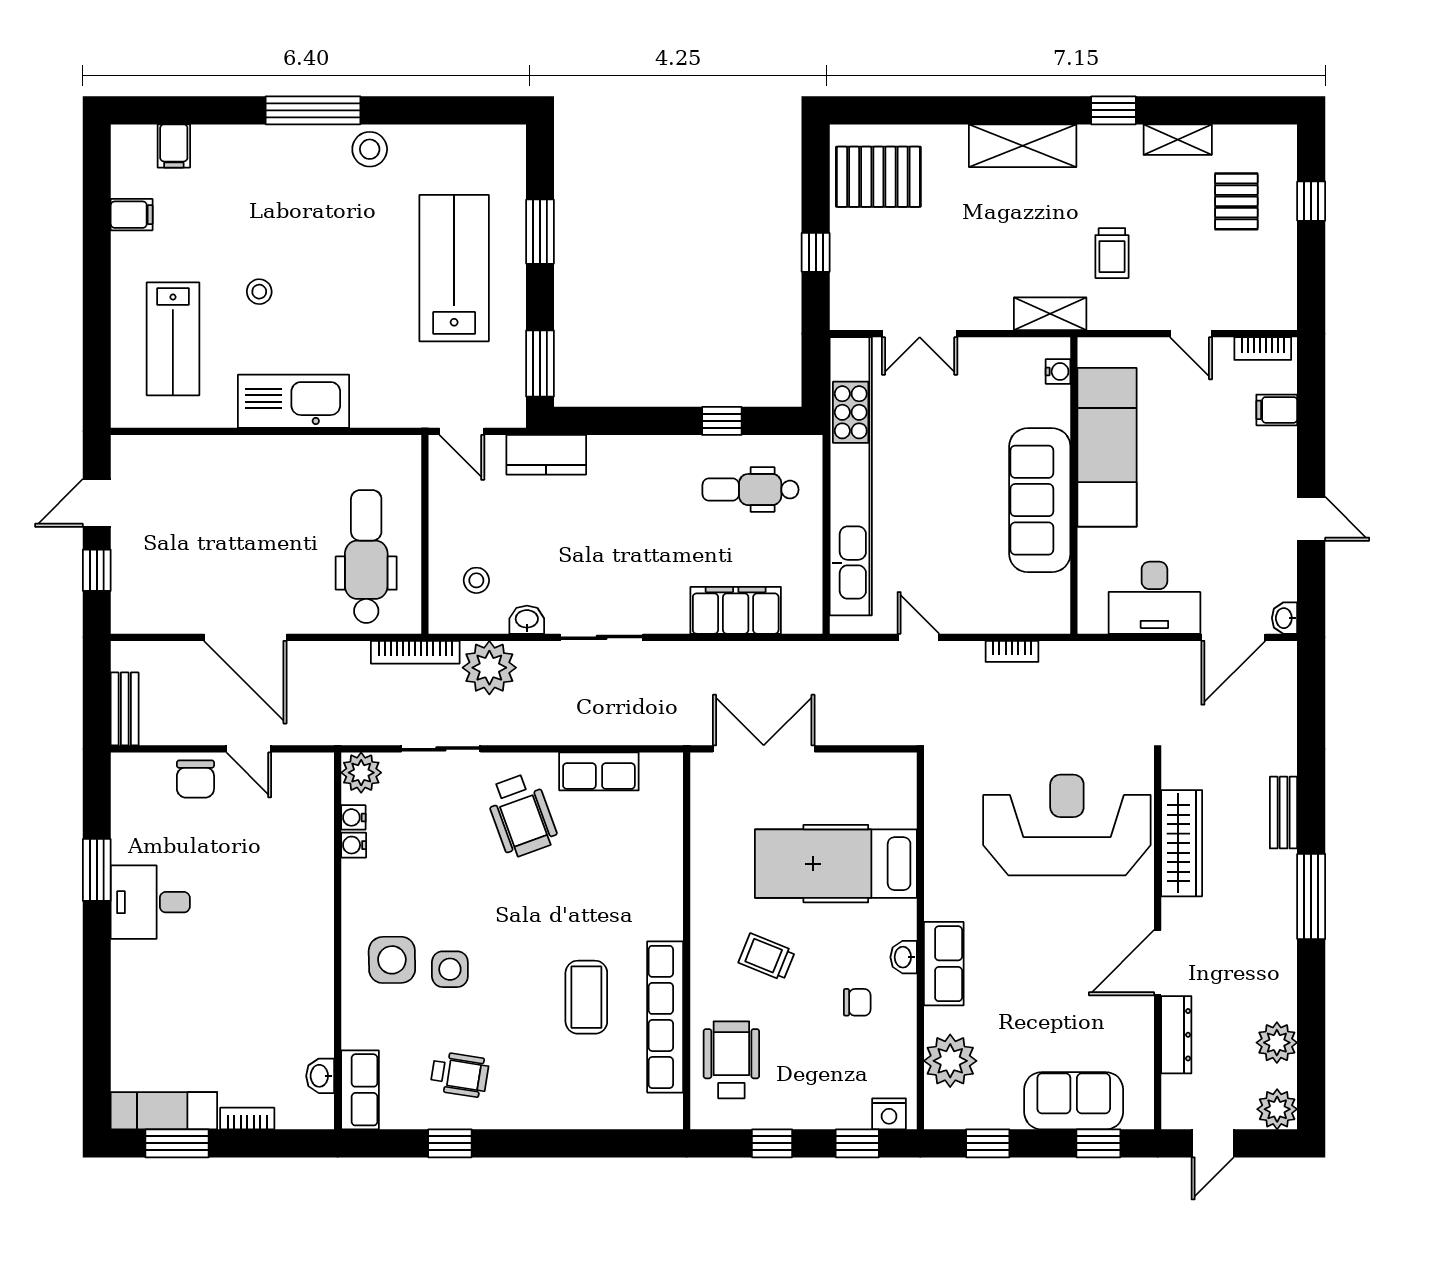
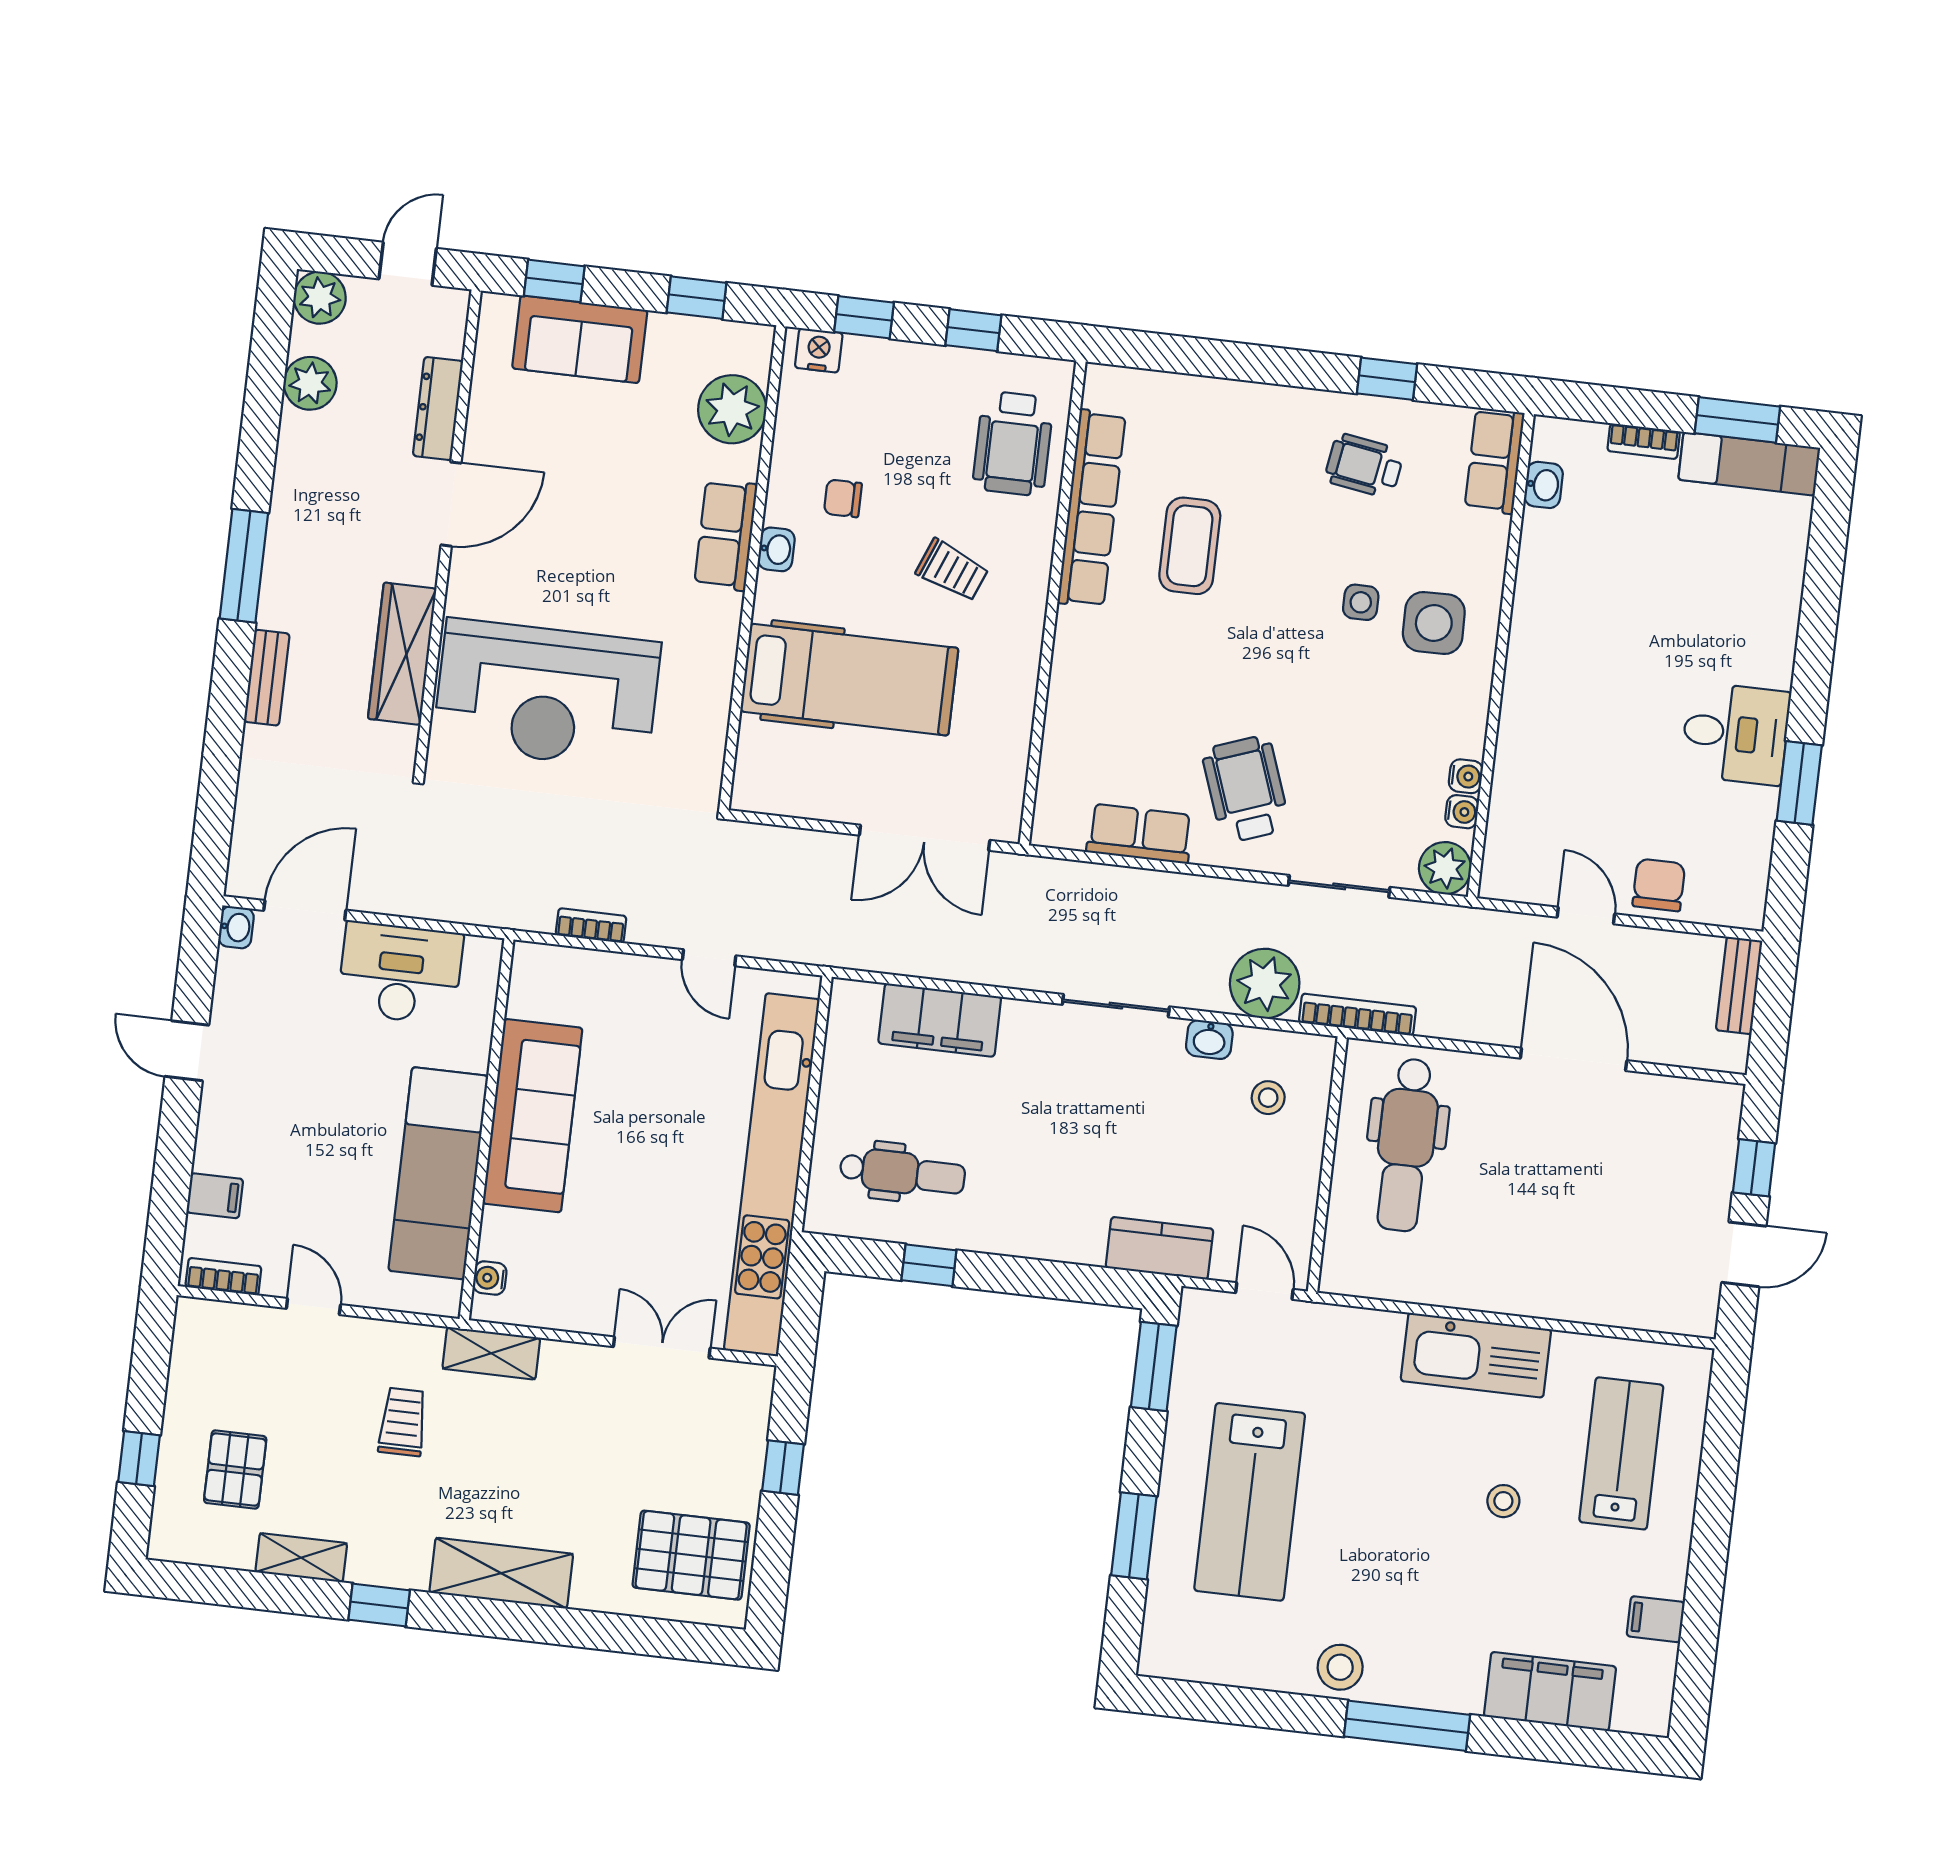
filing cabinet: (174, 146) -> (1550, 1691), width x3.00, depth x1.17
side table: (450, 969) -> (1361, 602), width x0.73, depth x0.73

